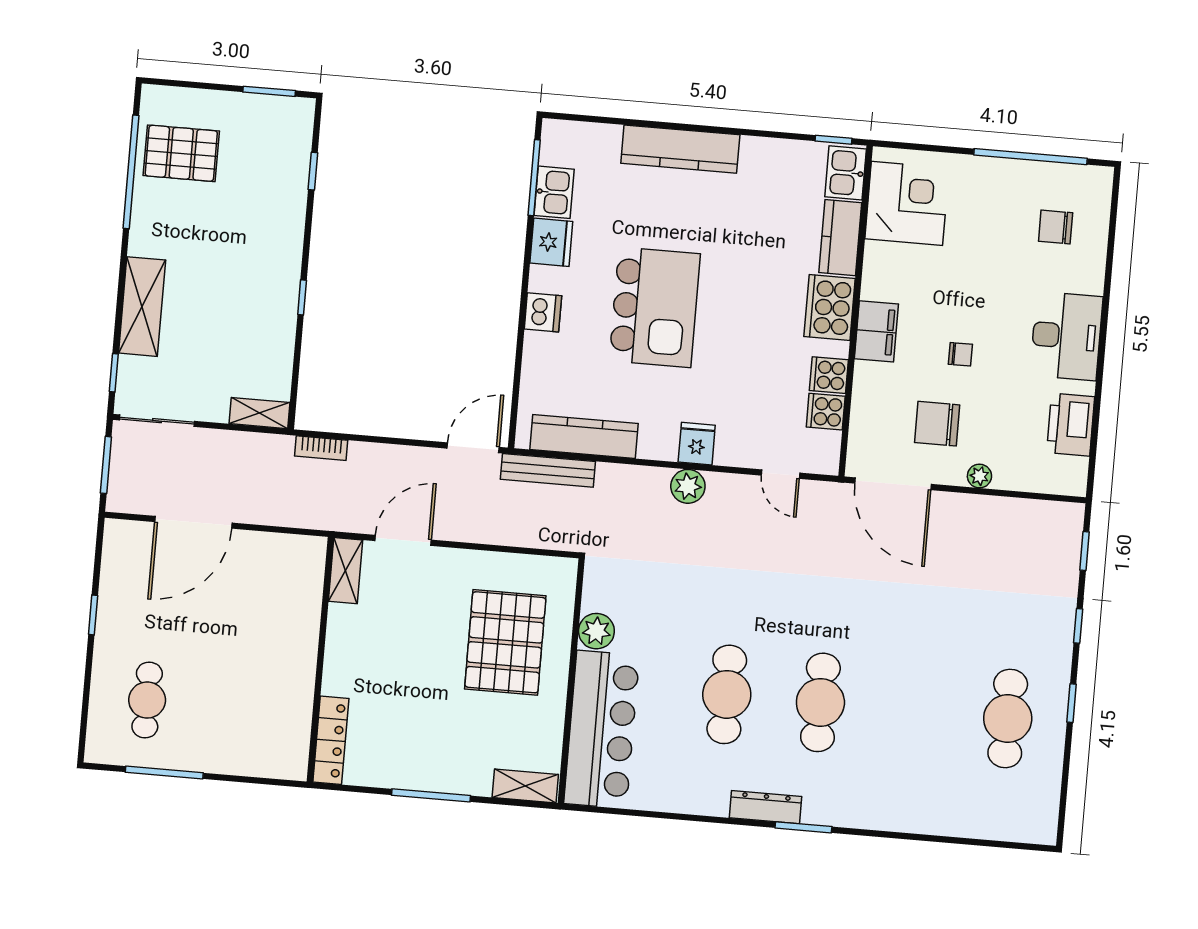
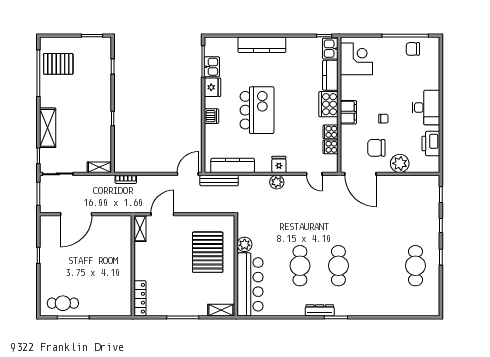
chair: (1056, 227) -> (413, 49), moved
plant: (979, 476) -> (400, 163), width x1.88, depth x1.88
cafe table: (147, 700) -> (63, 303), moved, turned 90

